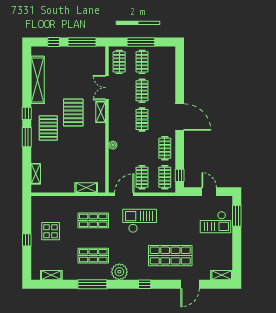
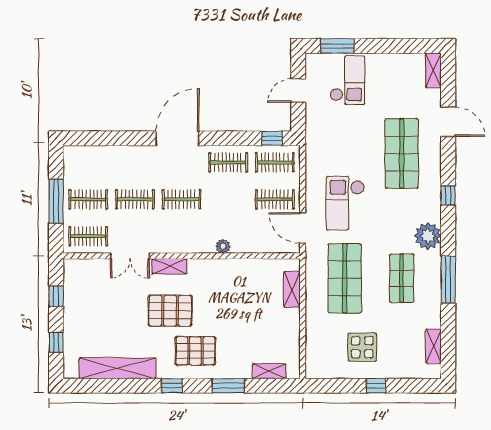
window: (82, 42) -> (56, 296), width x0.46
window: (27, 137) -> (228, 386), moved
shop shelf: (93, 220) -> (345, 278), width x1.43, depth x1.36

